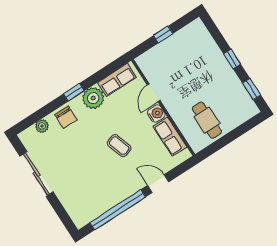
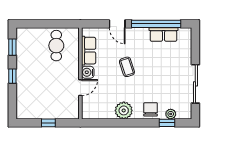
row of seats: (117, 80) -> (164, 35), moved, turned 180
window: (74, 92) -> (167, 123), moved

